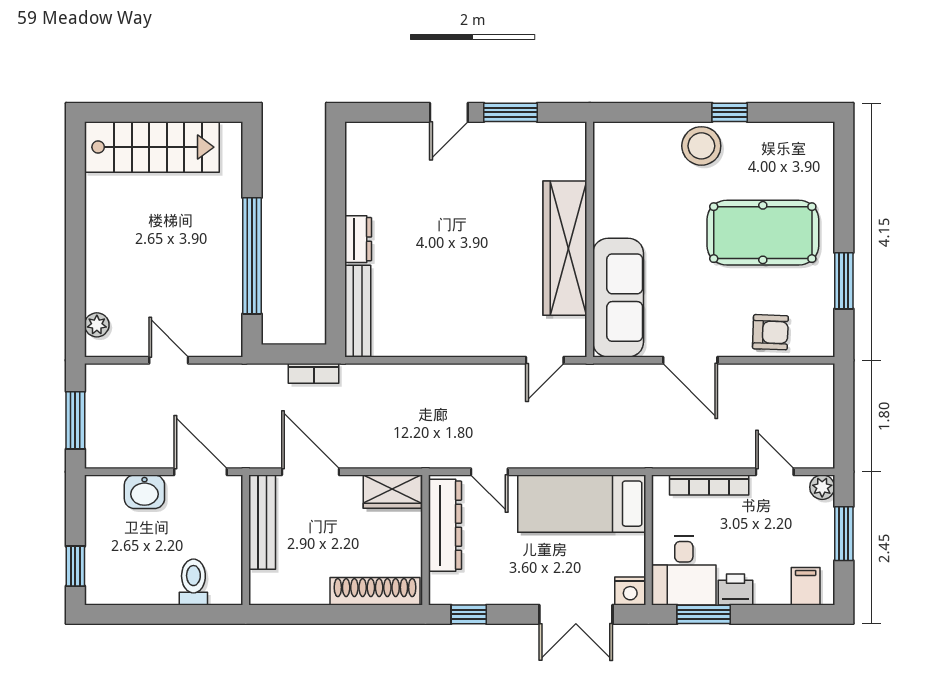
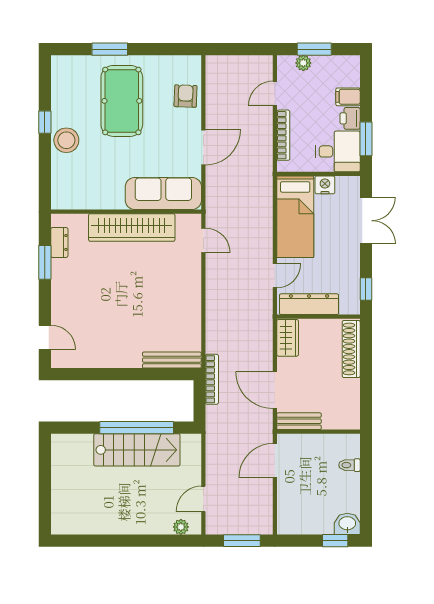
door: (449, 112) -> (45, 337), moved
stairs: (152, 147) -> (137, 450), moved, turned 90
dresser: (358, 239) -> (59, 242), moved, turned 90
window: (844, 281) -> (110, 49), moved
door: (169, 360) -> (203, 499), moved
bookcase: (314, 373) -> (212, 379), width x1.56
door: (311, 472) -> (275, 390), hinge flipped
plant: (822, 487) -> (303, 63), moved
washbasin: (144, 492) -> (347, 524), moved, turned -90
bench: (262, 522) -> (299, 421), width x0.73
toilet: (193, 582) -> (349, 465), width x0.73, depth x0.72
filing cabinet: (806, 586) -> (348, 97), moved
nightstand: (630, 591) -> (325, 185), moved, turned -90

